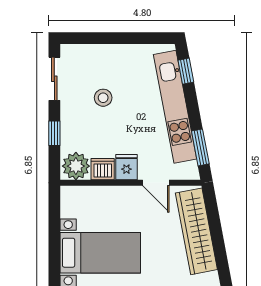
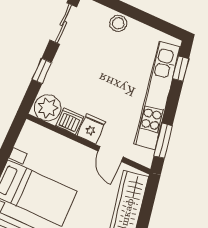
stool: (103, 98) -> (118, 23), moved

